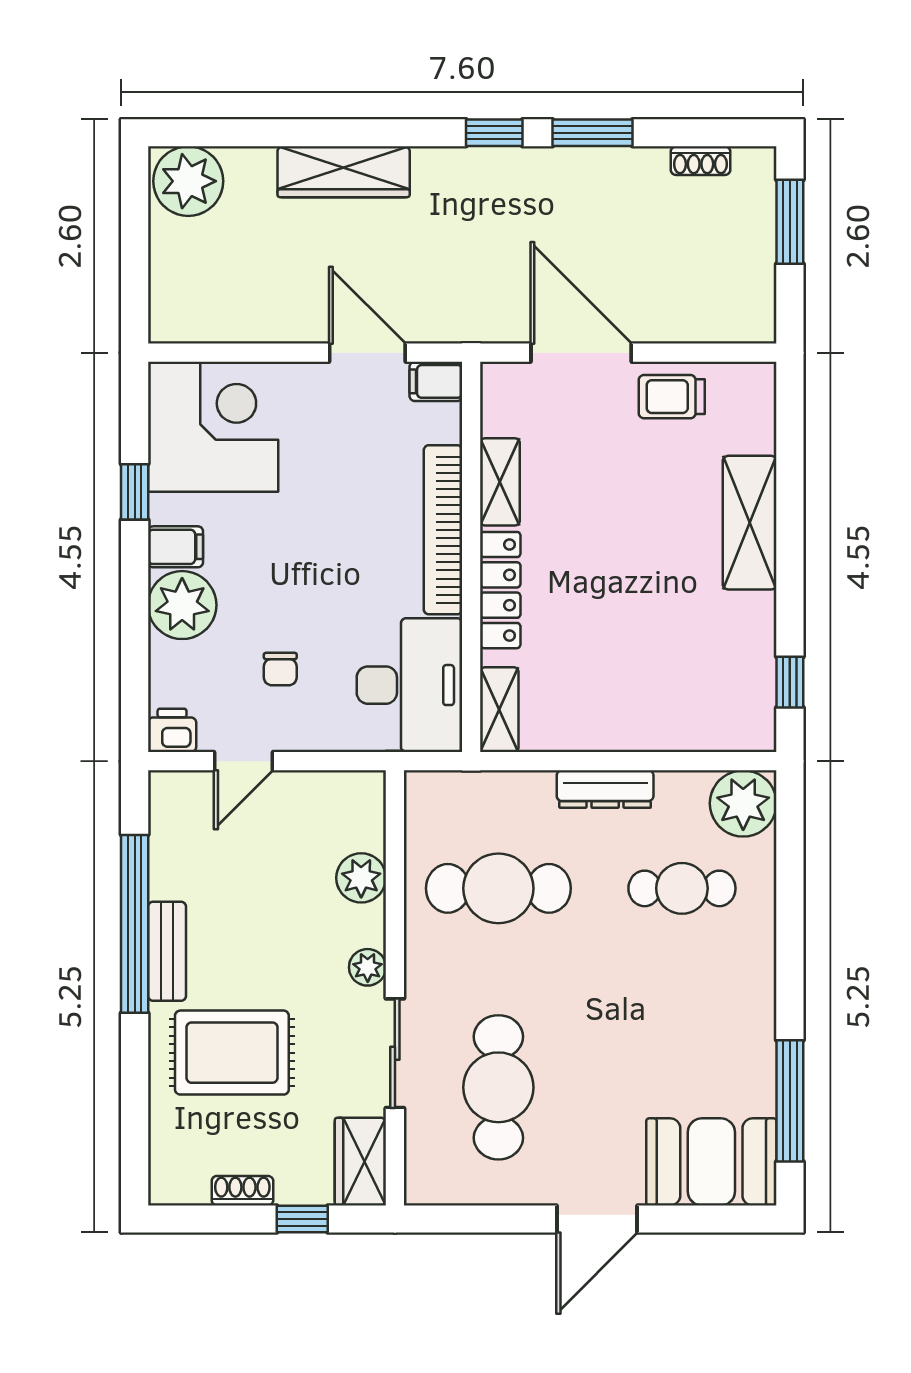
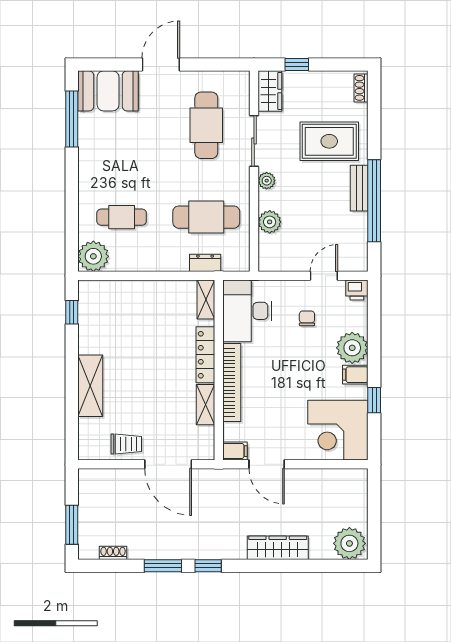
dresser: (605, 789) -> (205, 263), moved, width x0.70
shoe rack: (242, 1191) -> (361, 88), moved, turned 90

